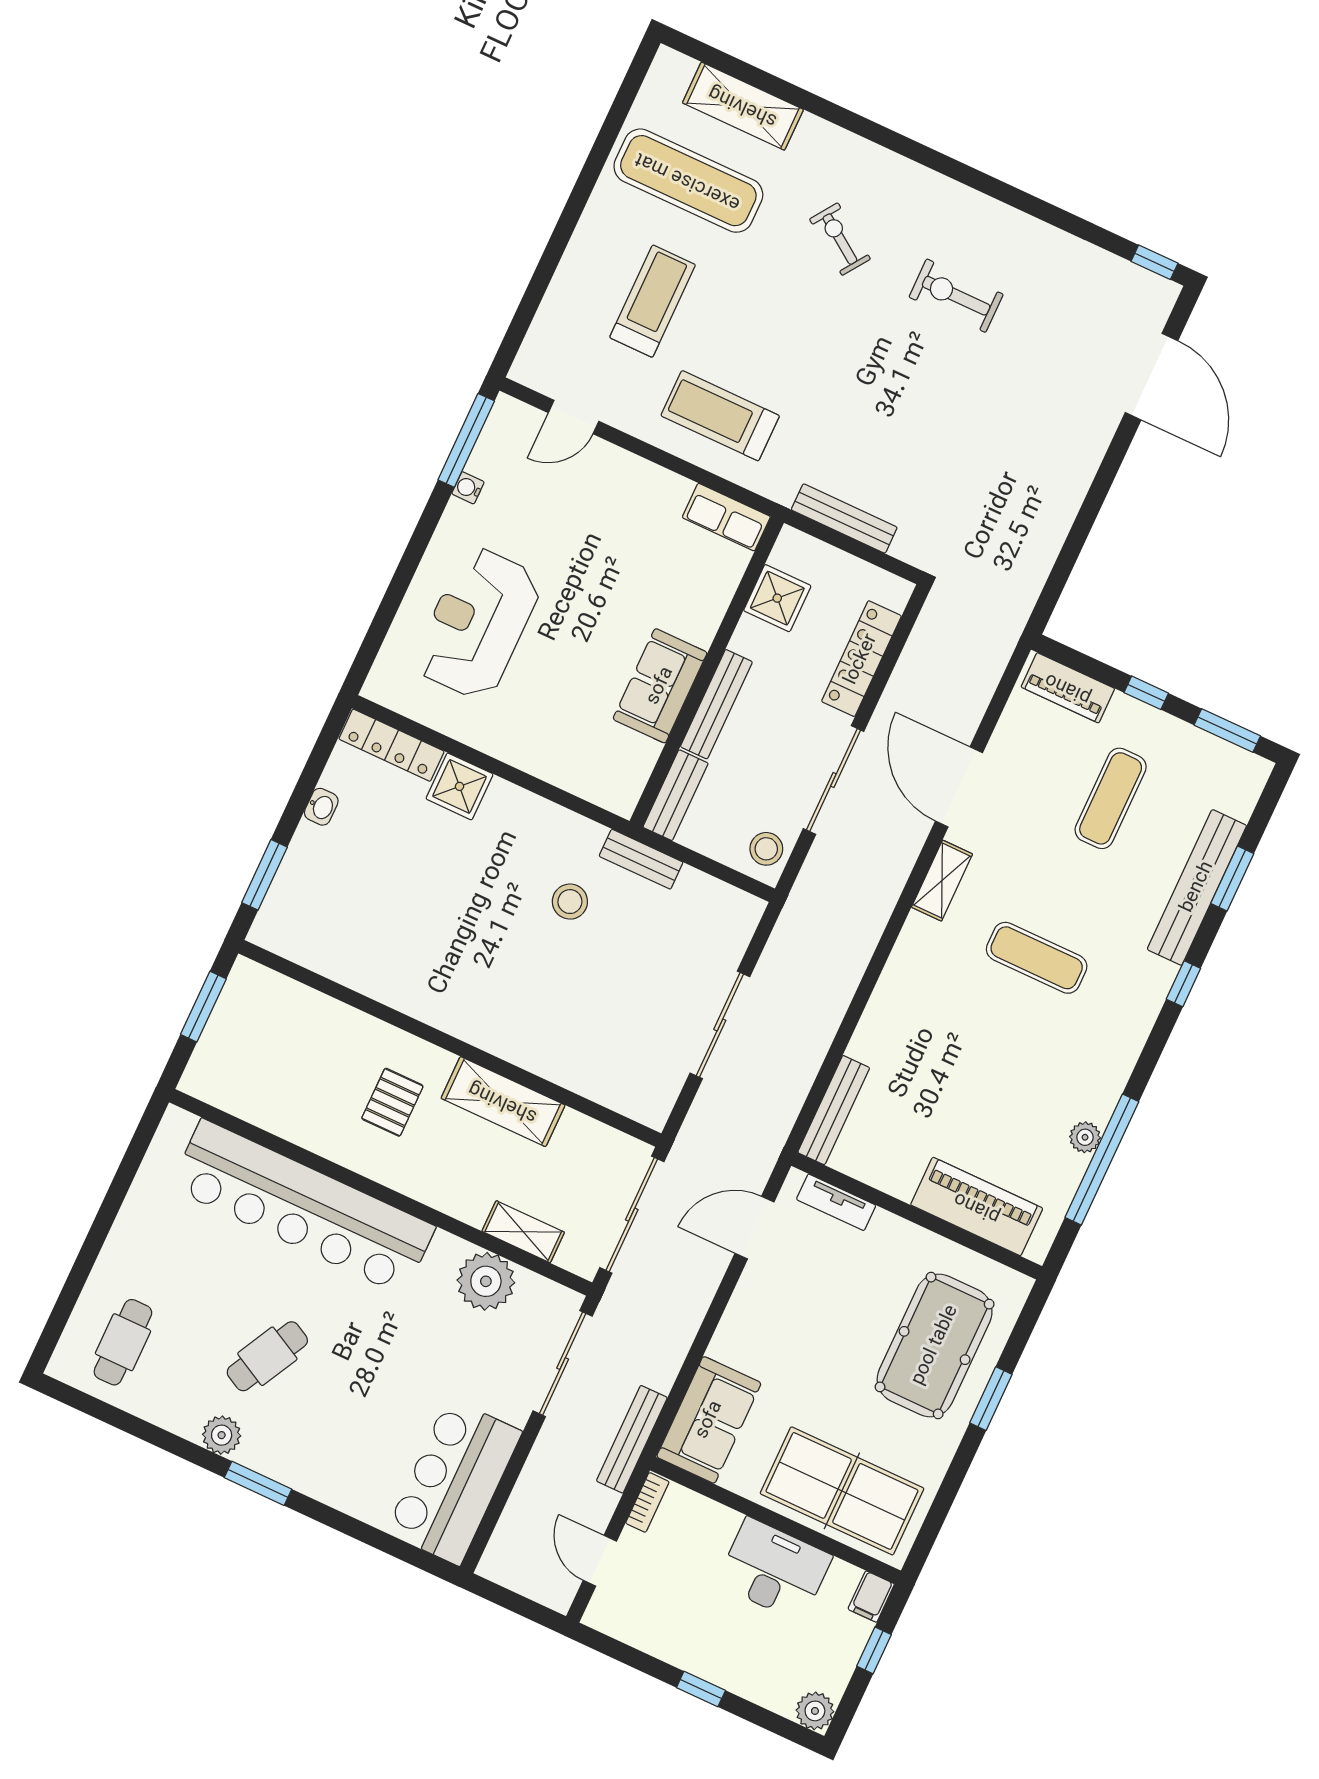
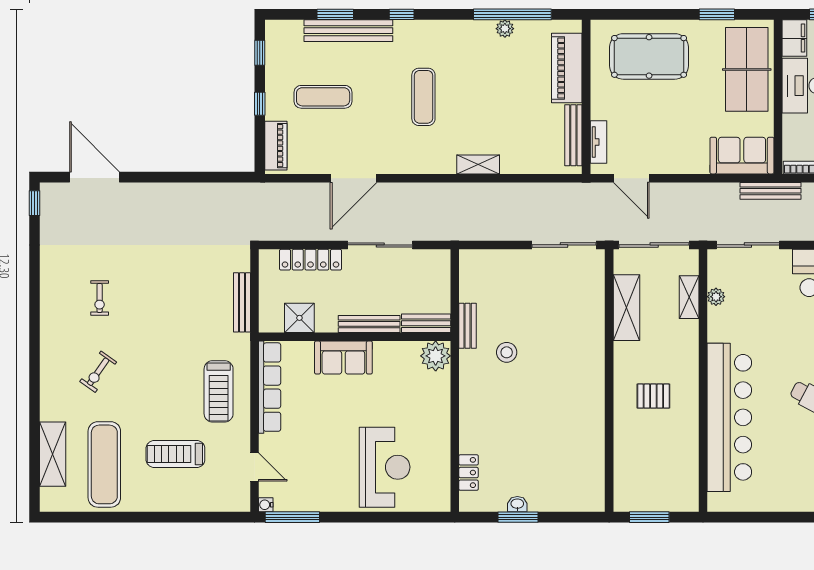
exercise bike: (956, 296) -> (100, 298), width x0.73, depth x0.72
door: (1152, 377) -> (94, 177), hinge flipped
water cooler: (468, 488) -> (266, 505), moved, turned 90
row of seats: (726, 517) -> (270, 387), width x2.02
reception desk: (478, 623) -> (385, 467), turned -90
sofa: (660, 686) -> (343, 358), moved
window: (1227, 730) -> (260, 53), width x0.67
locker: (391, 745) -> (469, 473), width x0.66
shower: (459, 786) -> (474, 437), removed
plant: (617, 786) -> (436, 356), added
stool: (766, 849) -> (432, 263), removed
window: (265, 875) -> (518, 517), moved
shelving: (942, 881) -> (478, 164), moved
sliding door: (720, 1025) -> (564, 245), moved
shelving: (503, 1102) -> (626, 308), moved
bench: (834, 1110) -> (573, 135), moved, turned 90
plant: (486, 1281) -> (716, 297), width x0.53, depth x0.53
window: (991, 1399) -> (717, 14), moved
filing cabinet: (871, 1597) -> (794, 38), width x2.00

